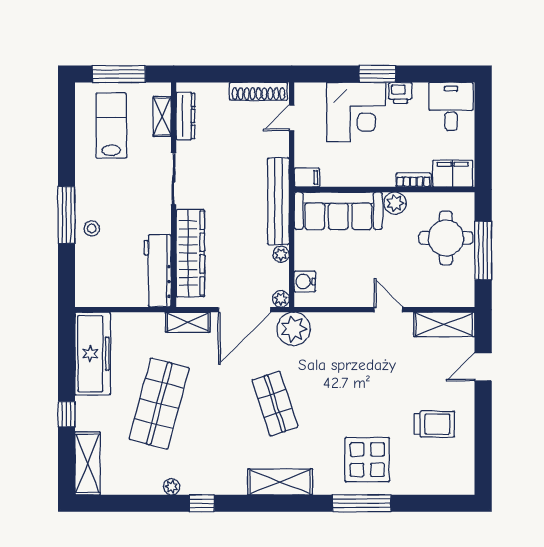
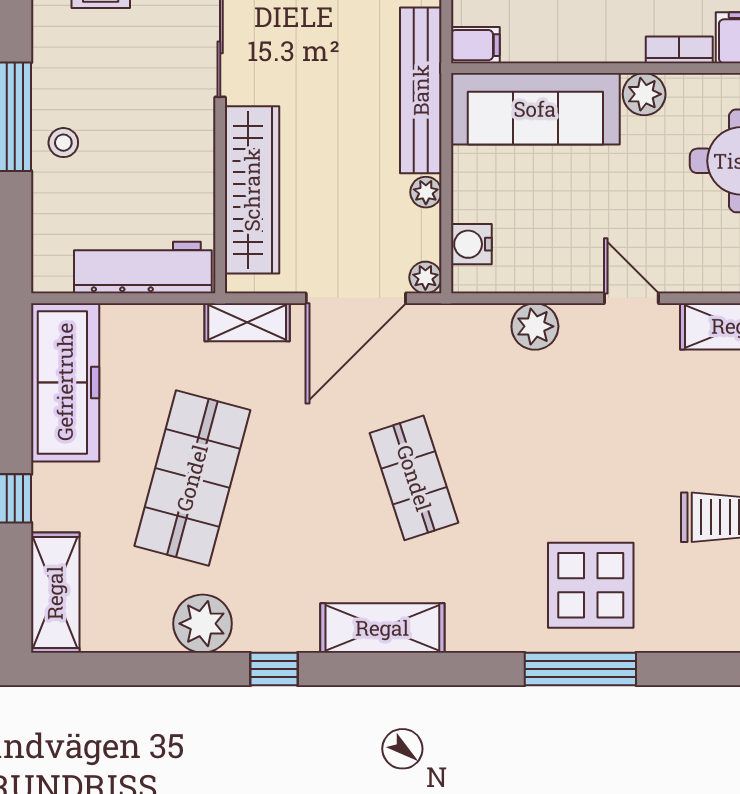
workbench: (158, 271) -> (143, 268), moved, turned 90
plant: (294, 329) -> (535, 326), moved, width x0.73, depth x0.73
shelving: (280, 482) -> (382, 628), moved
plant: (172, 487) -> (203, 624), width x1.88, depth x1.88

